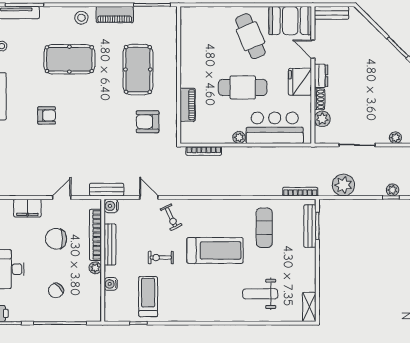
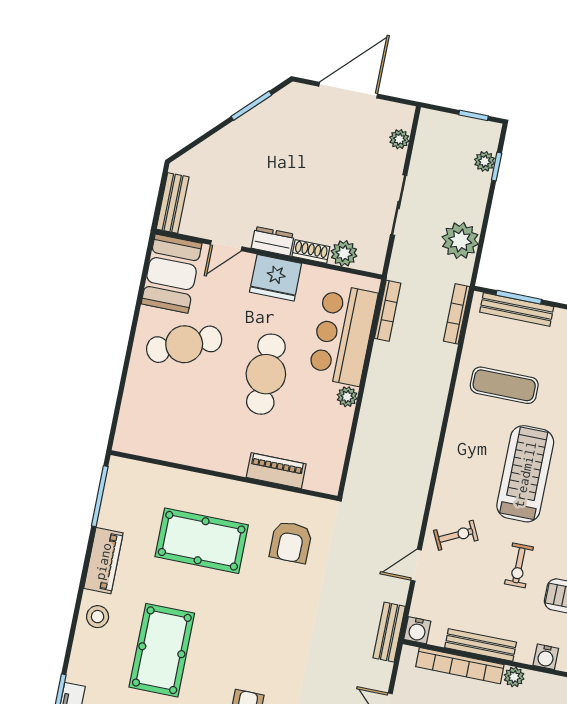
bookcase: (204, 151) -> (388, 311), moved

